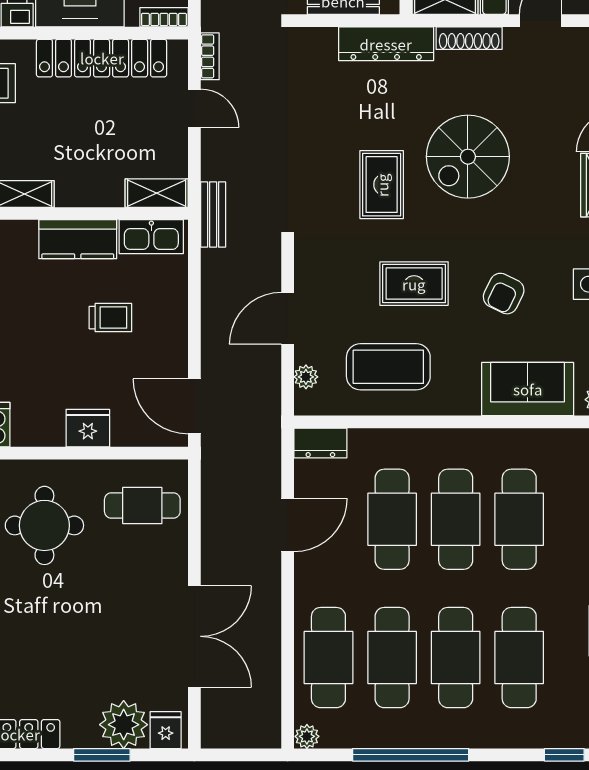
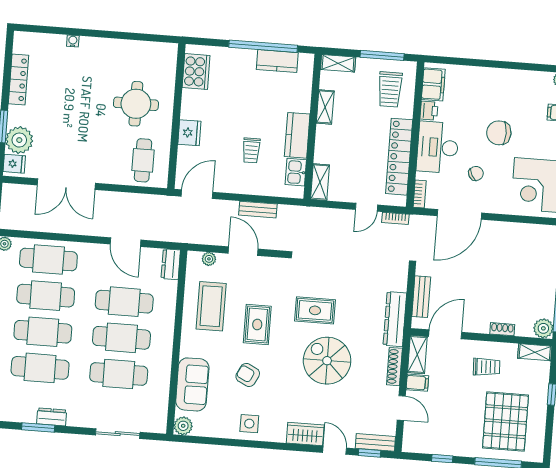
bench: (213, 214) -> (258, 210), moved
kitchen sink: (151, 237) -> (296, 172), width x0.73

